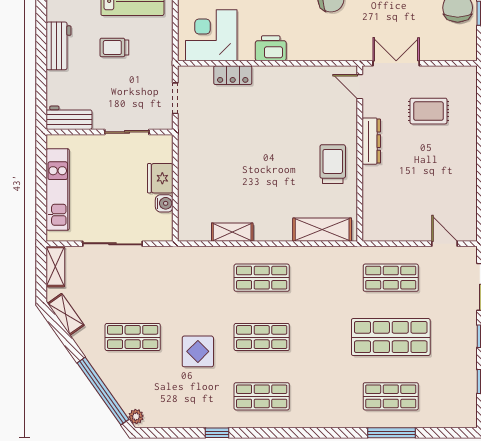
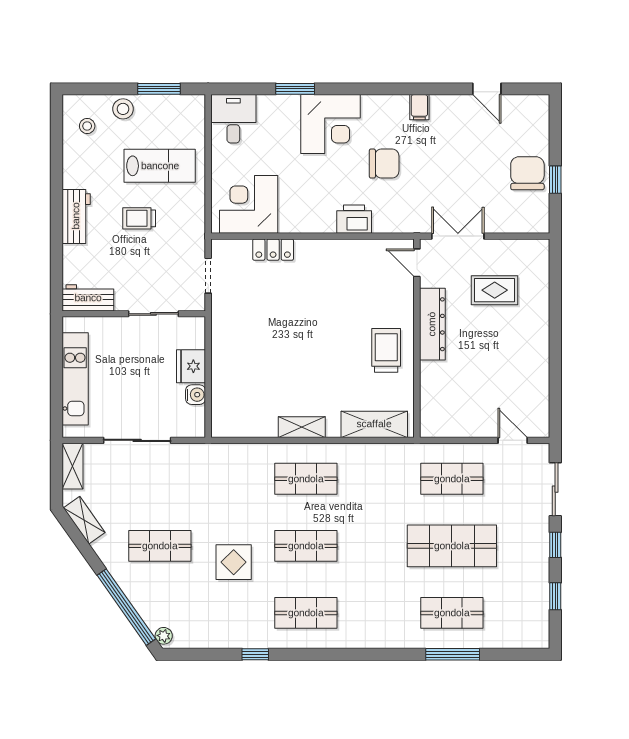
printer: (271, 48) -> (354, 219), moved
dresser: (371, 141) -> (432, 324), width x1.37, depth x1.24
shelving: (232, 232) -> (302, 427), moved

